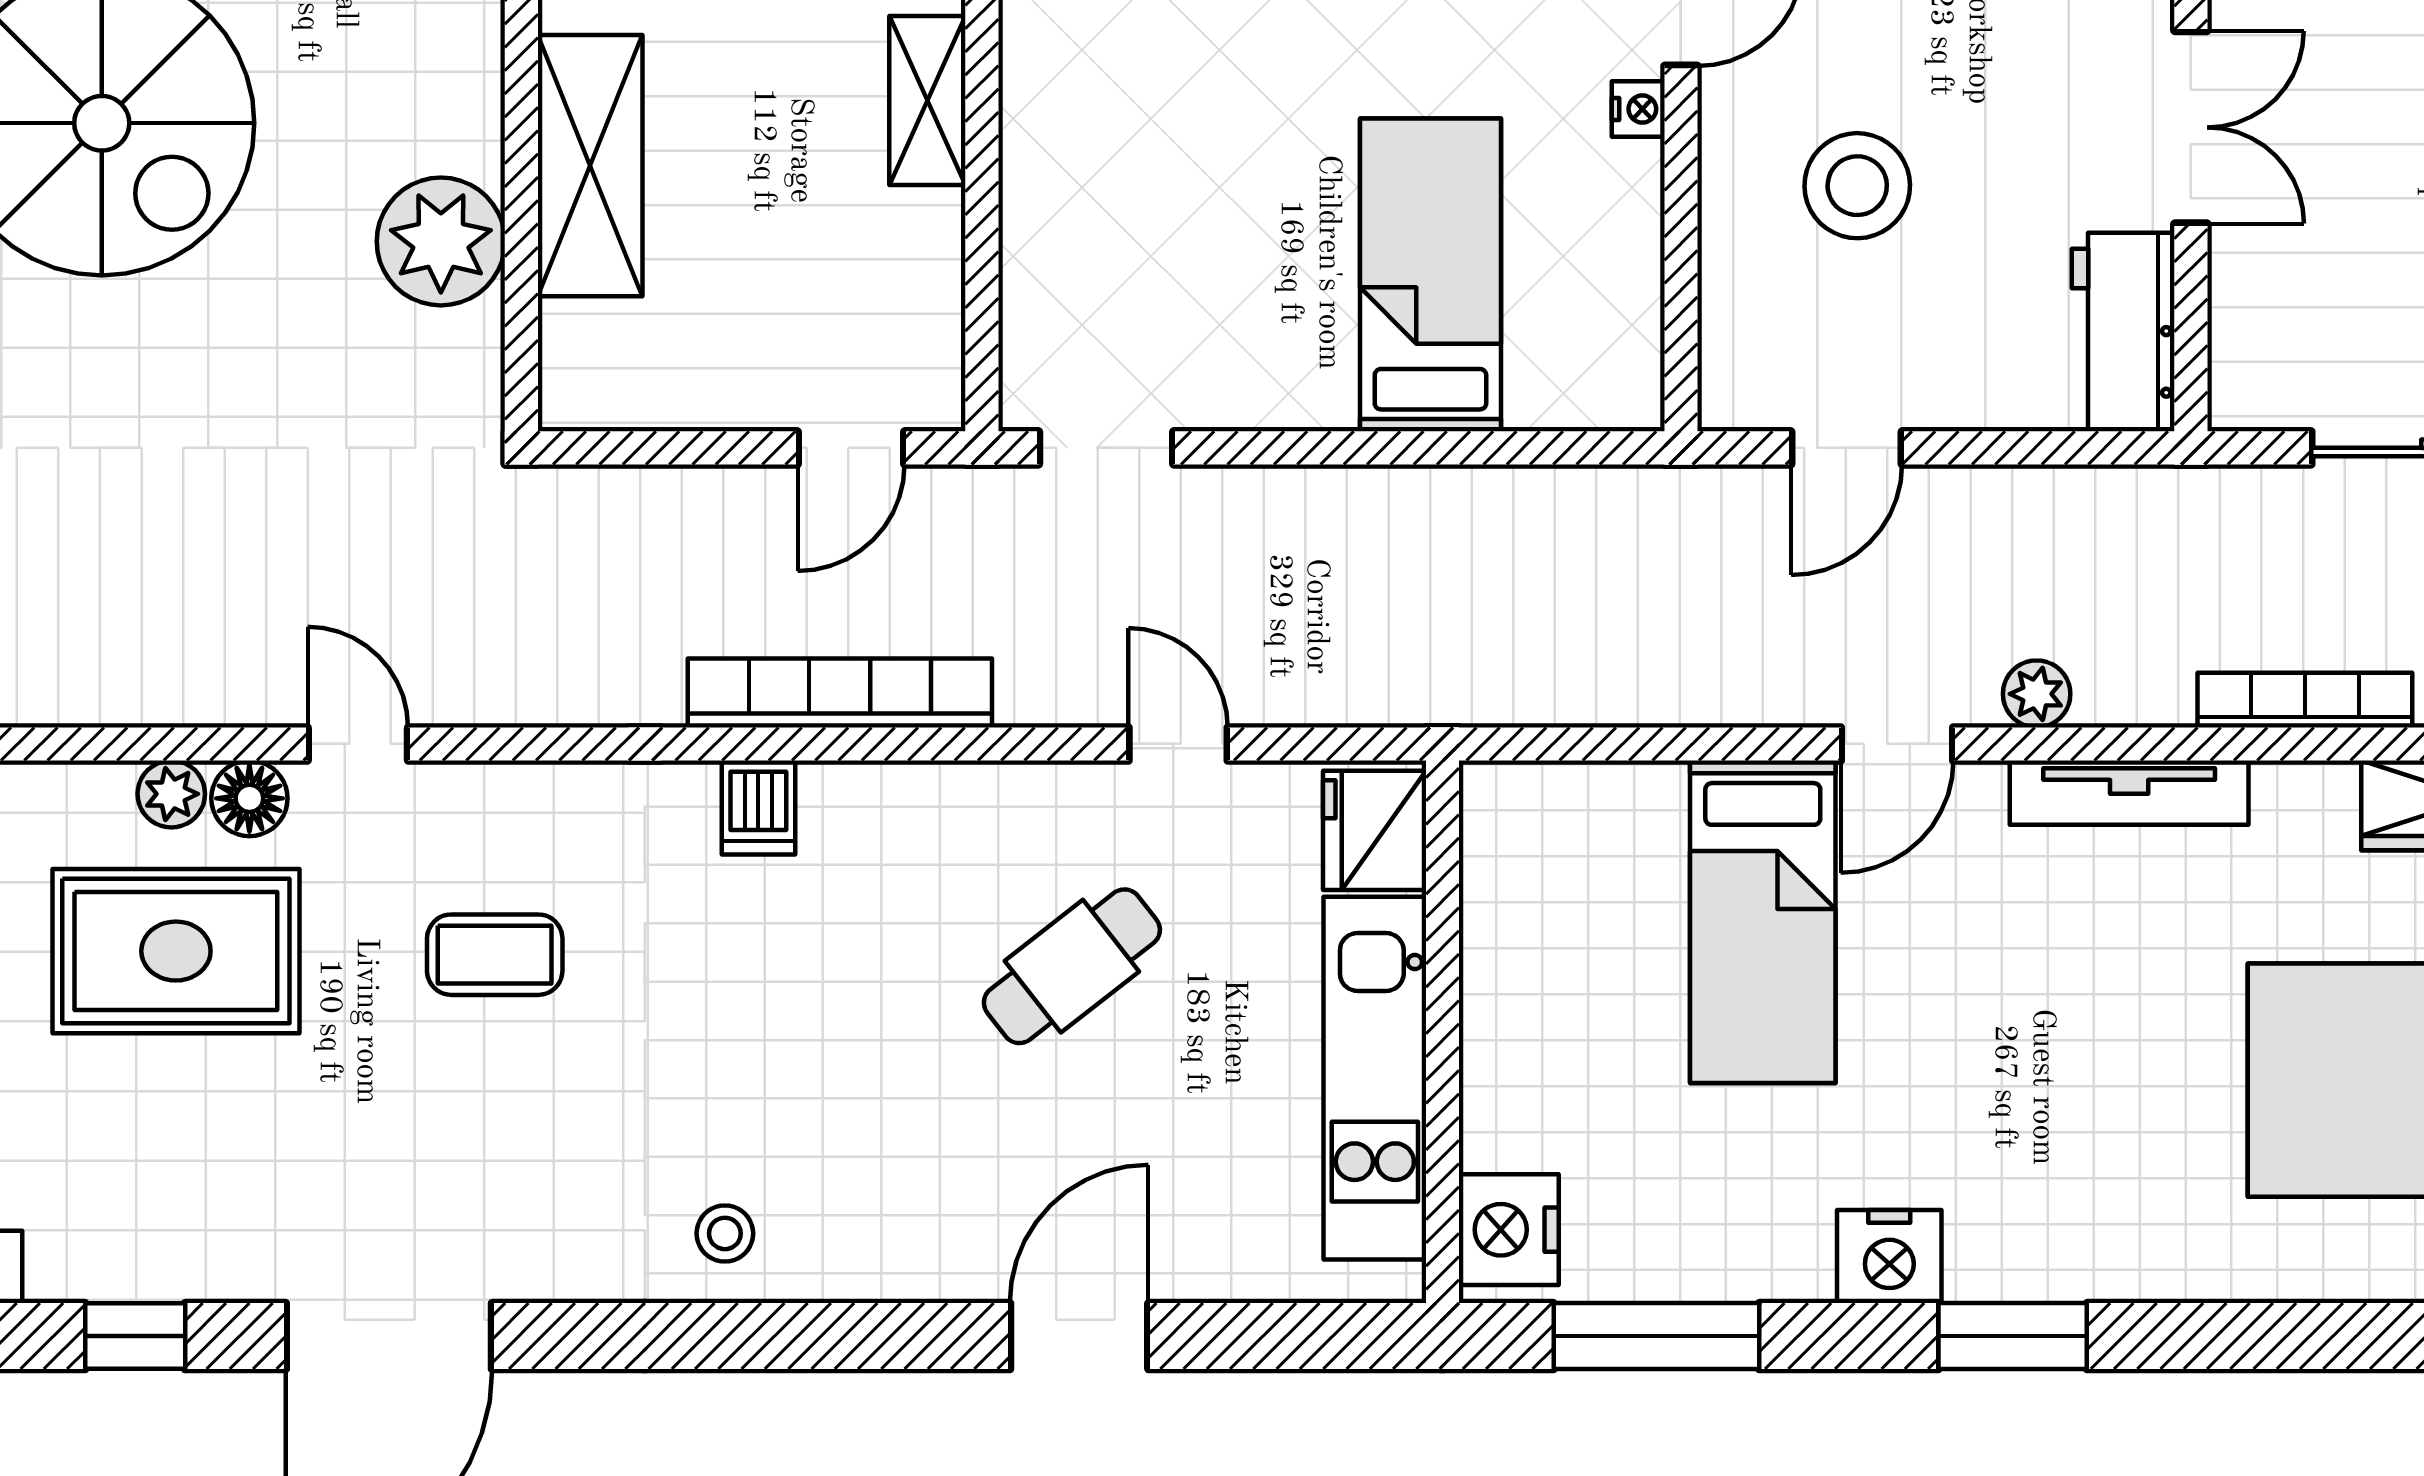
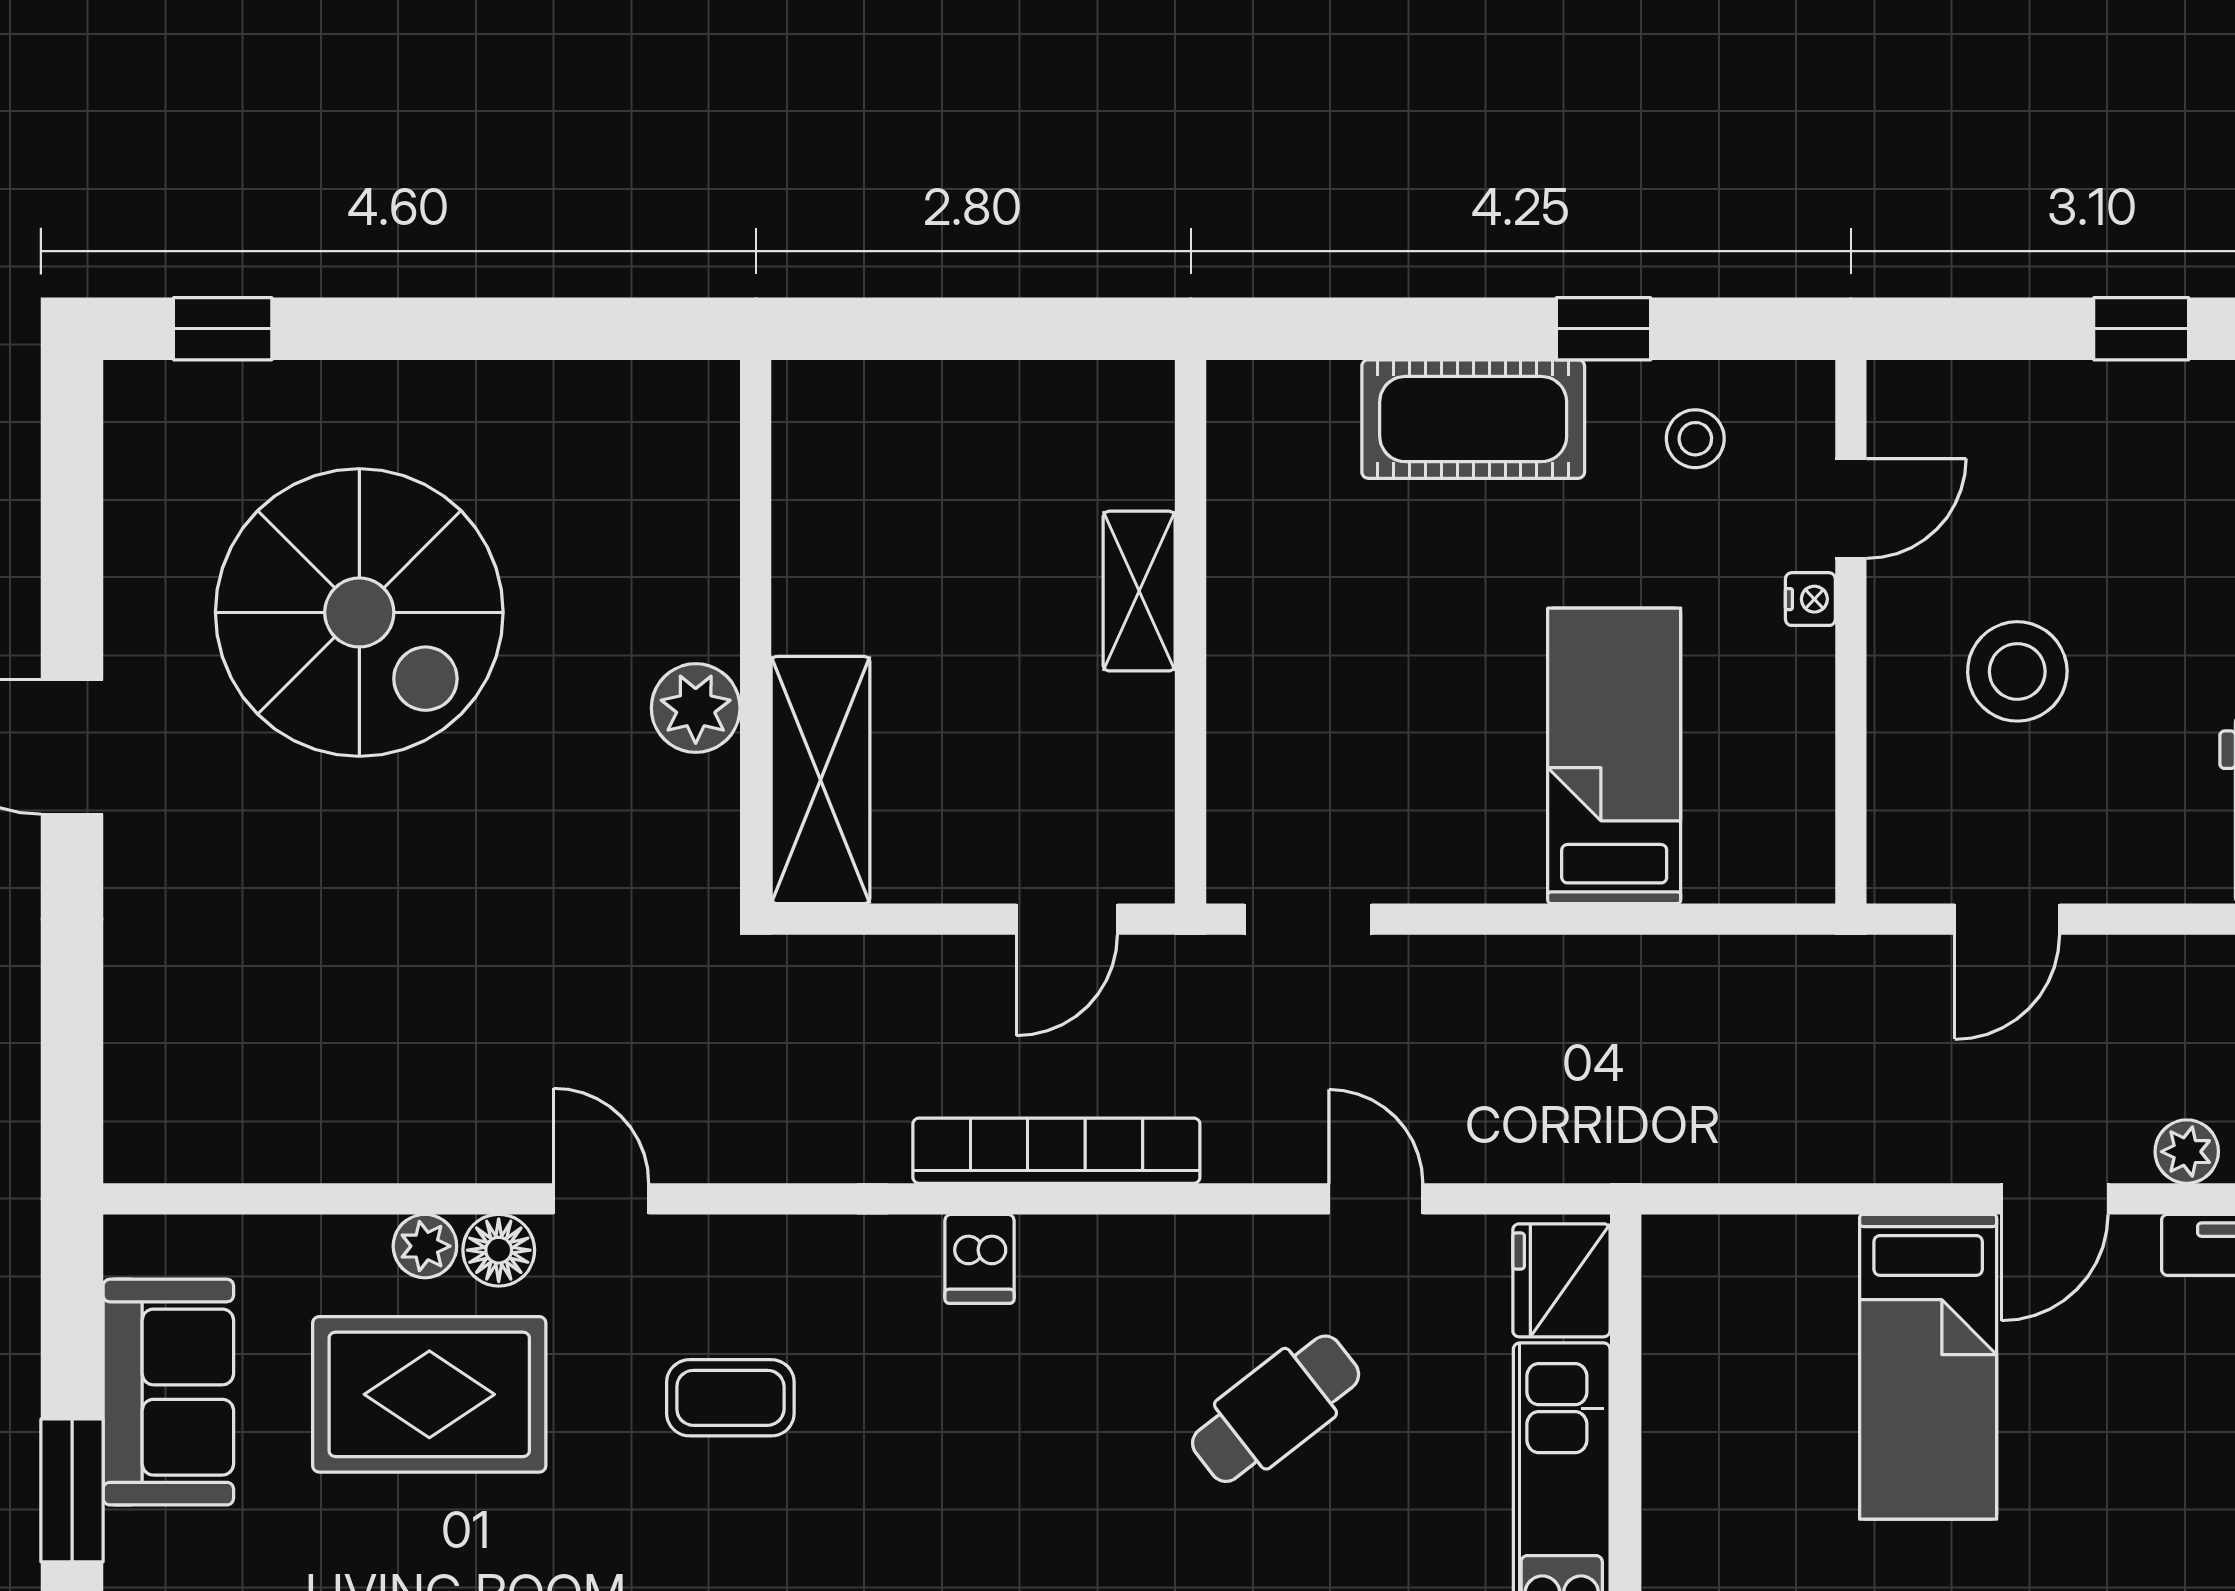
shelving: (590, 166) -> (821, 780), moved
plant: (441, 241) -> (696, 708), width x0.73, depth x0.73

